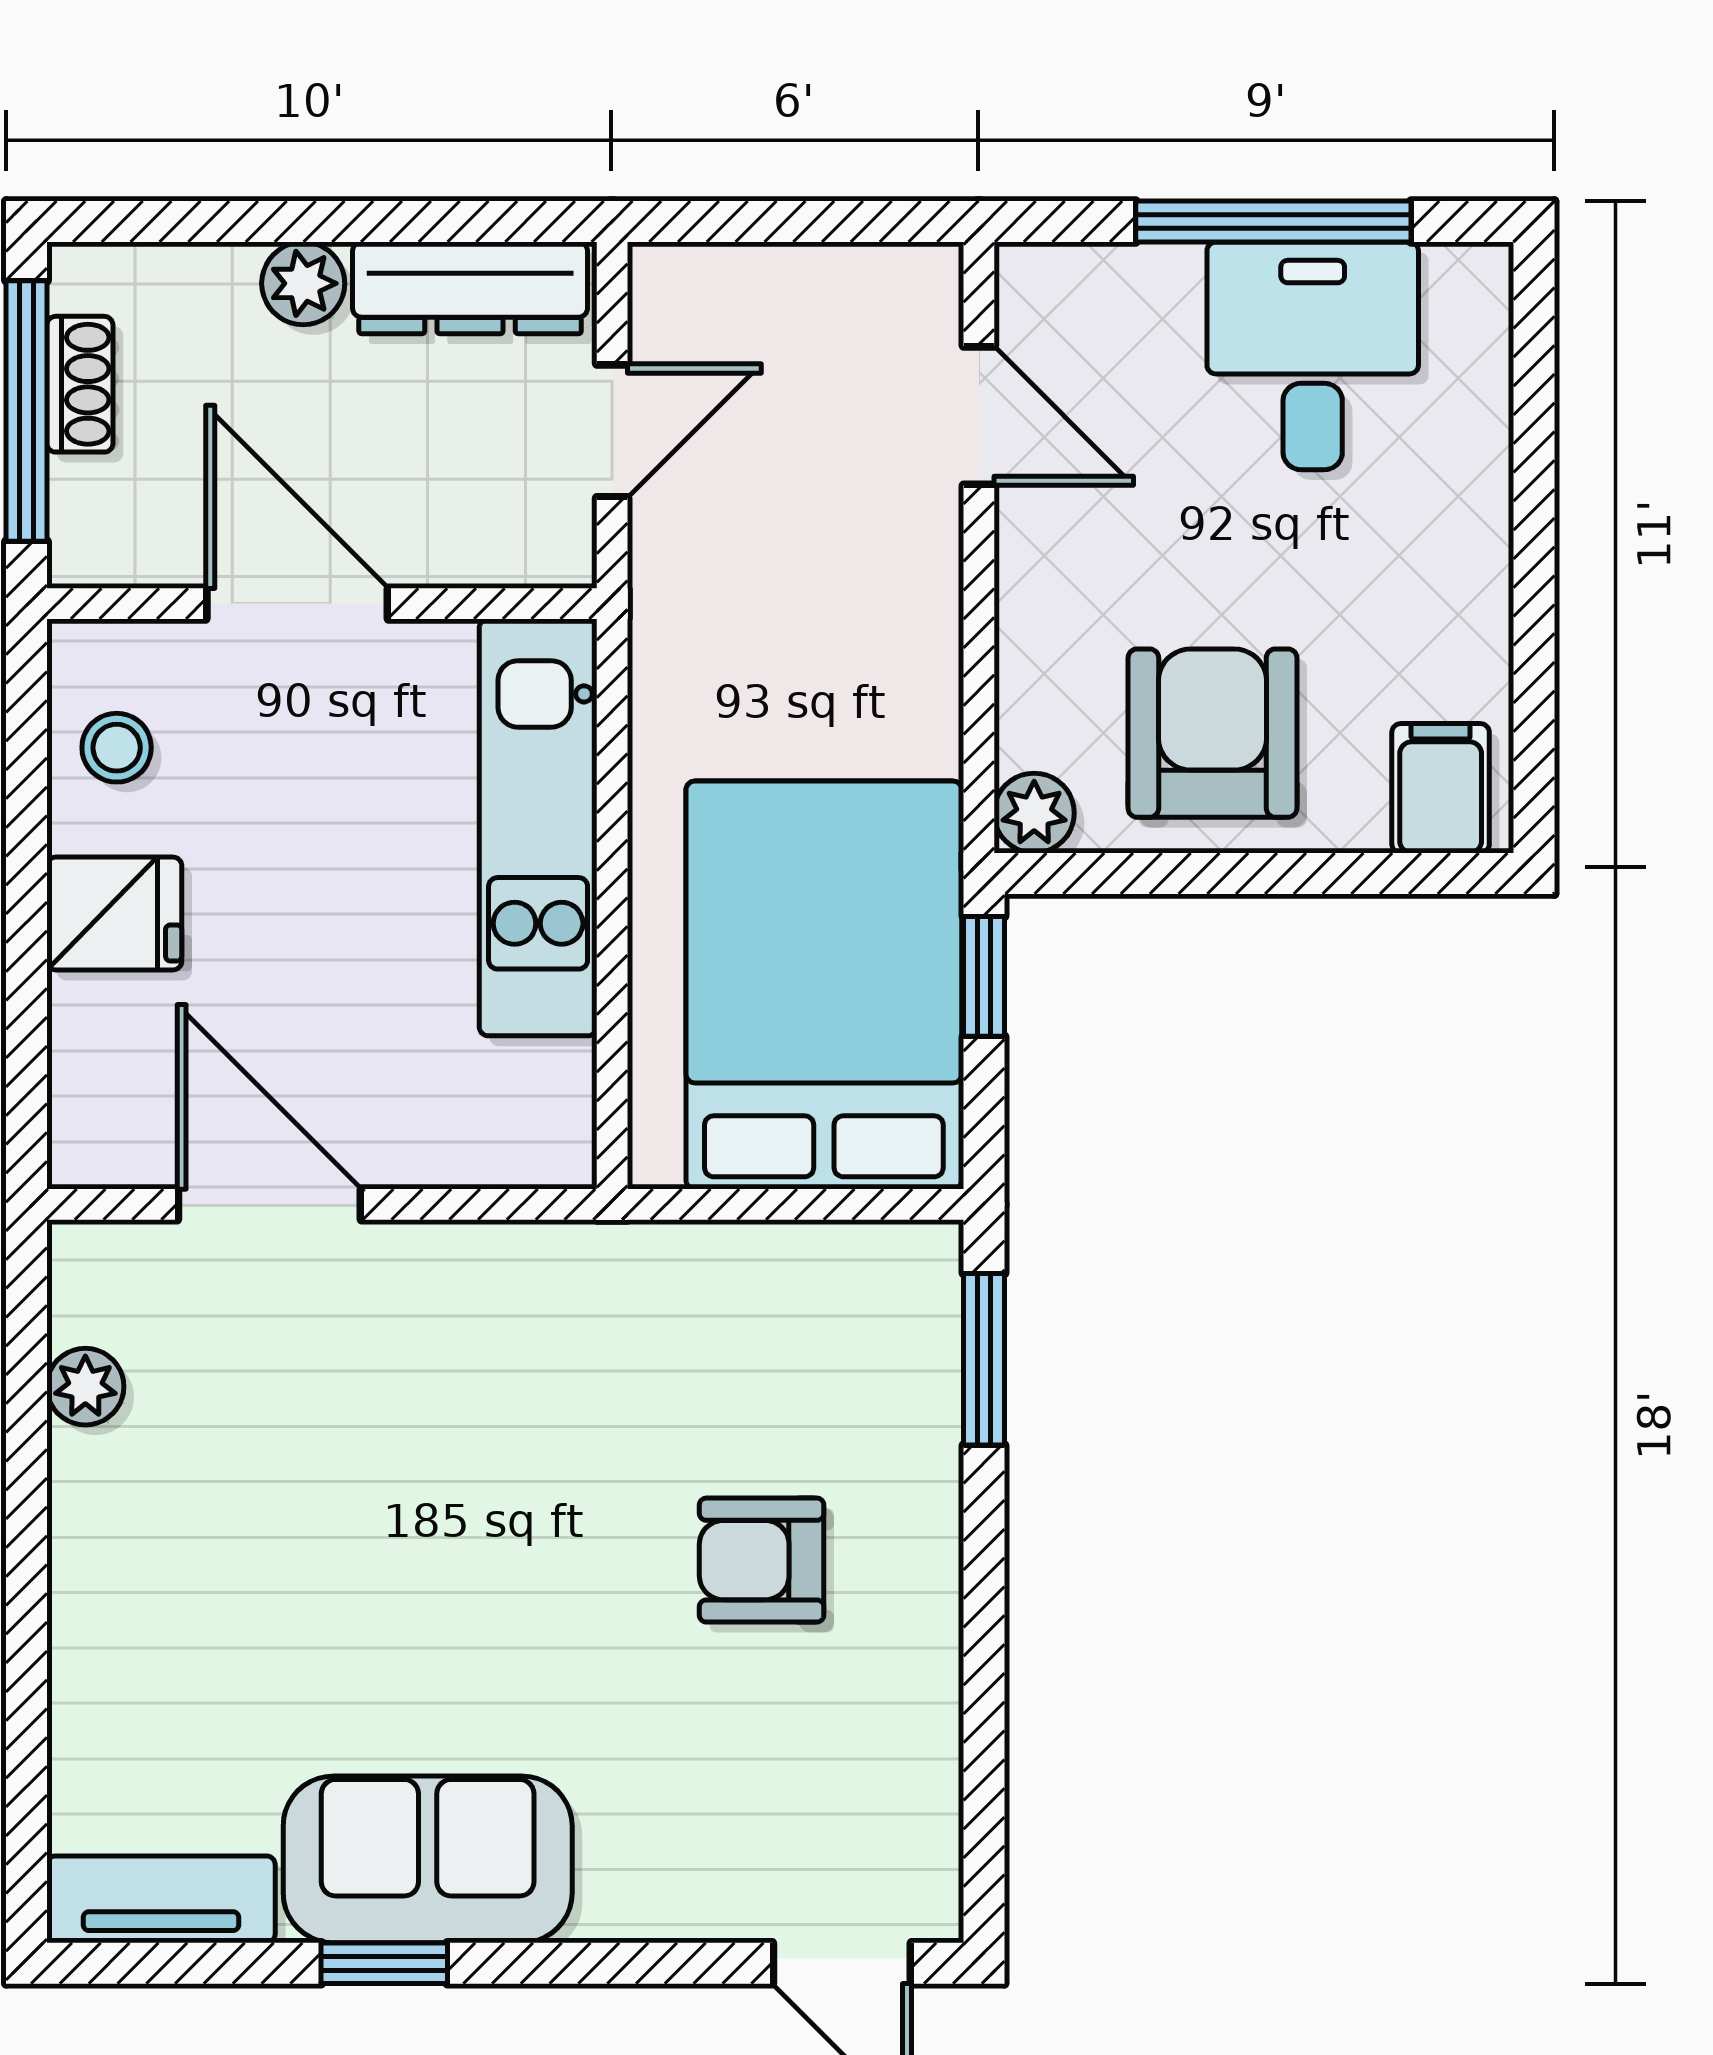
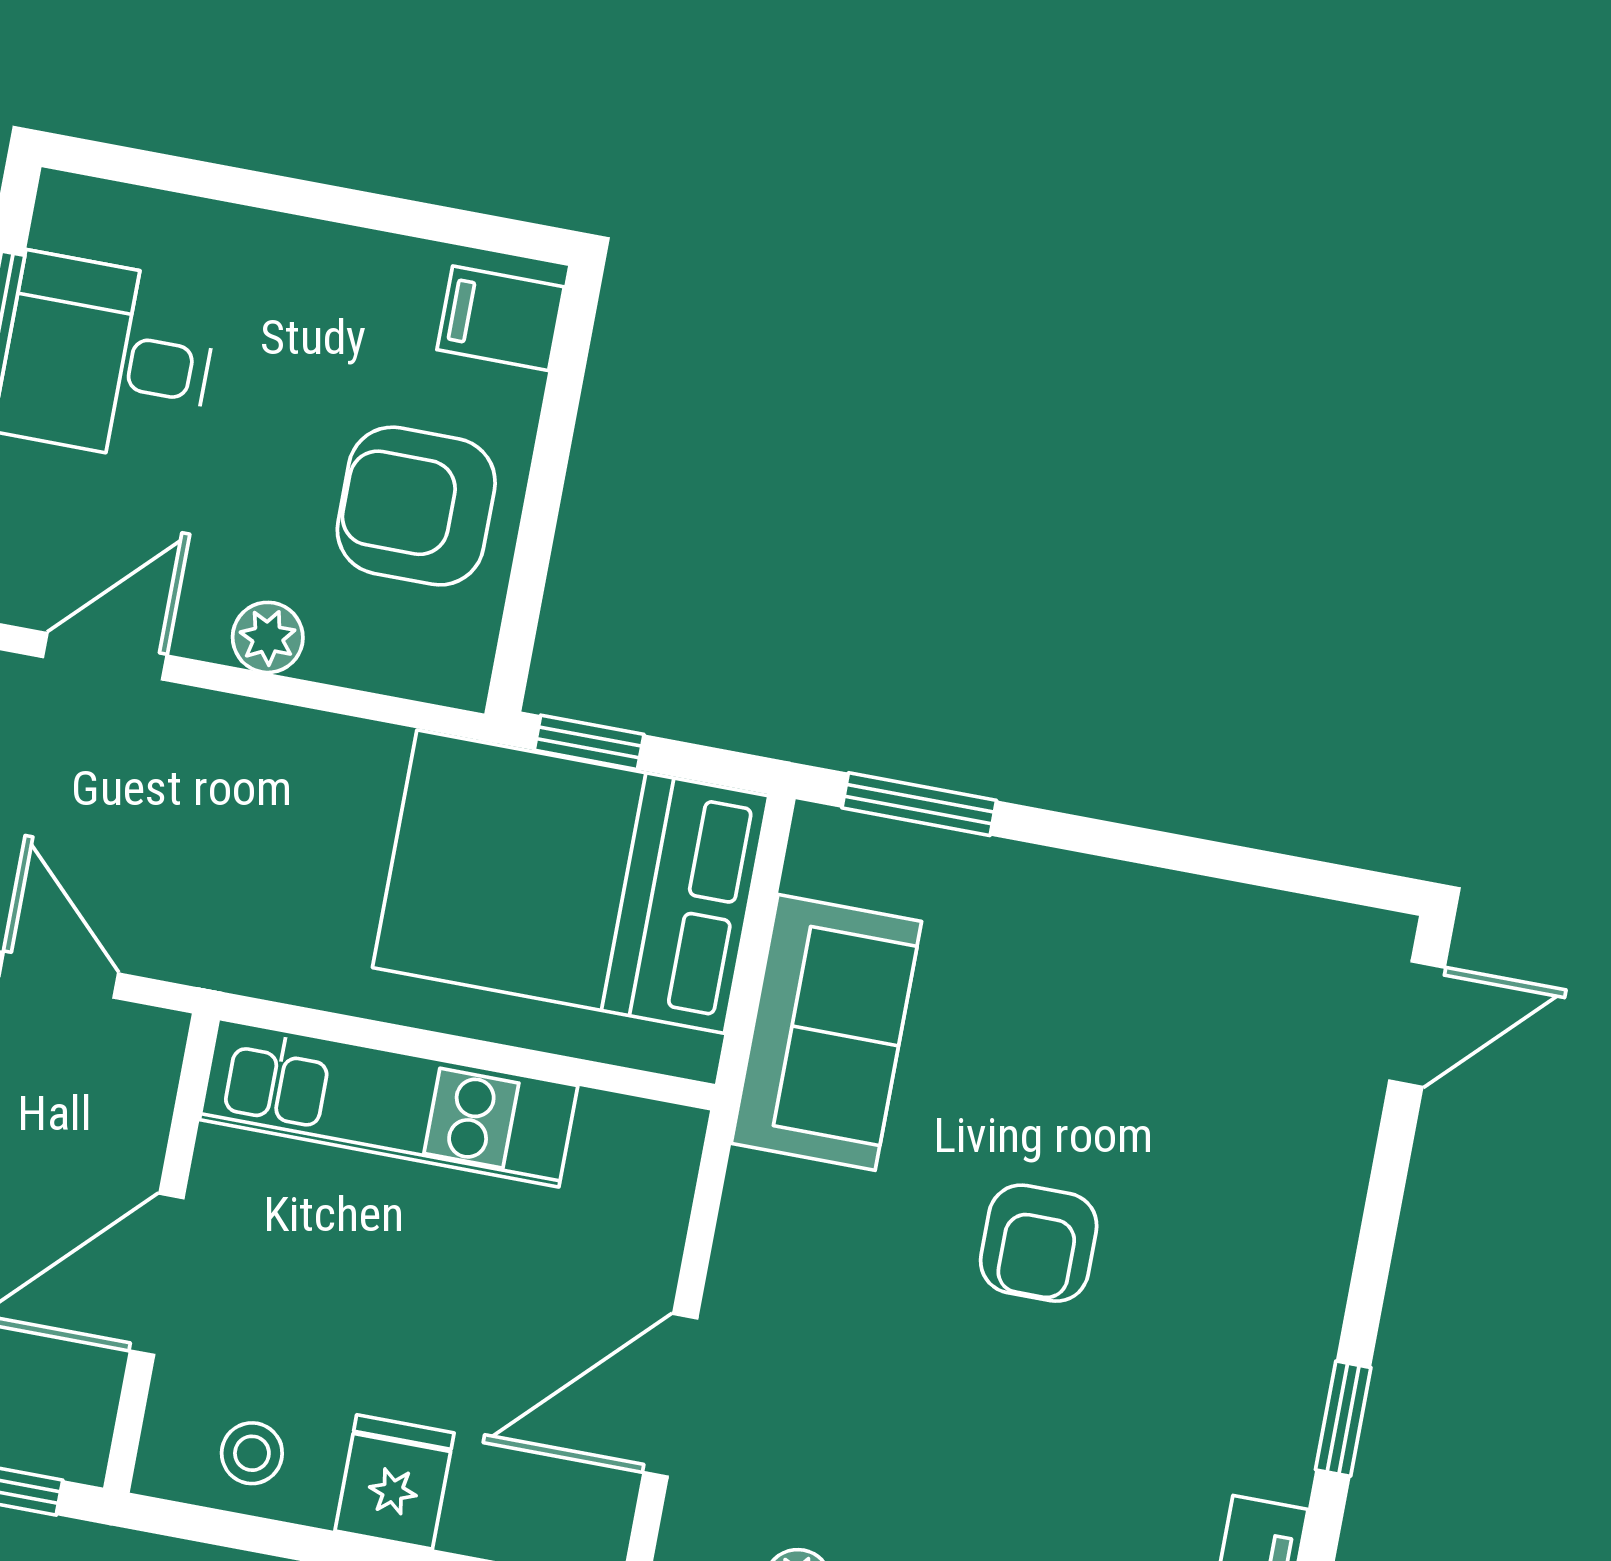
plant: (1034, 813) -> (268, 637), moved
armchair: (762, 1560) -> (1039, 1243), moved
sofa: (428, 1859) -> (826, 1032), moved, turned 180

